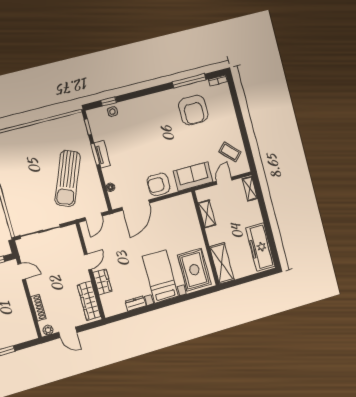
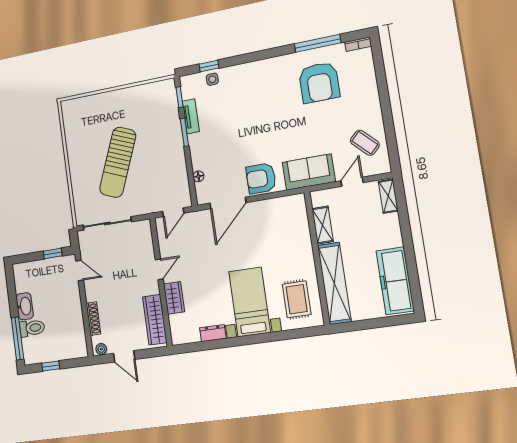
tv unit: (102, 154) -> (191, 116), moved
sun lounger: (68, 178) -> (118, 162), moved
shelving: (222, 263) -> (334, 283), width x1.47
rug: (194, 270) -> (297, 299), width x0.73, depth x0.70

